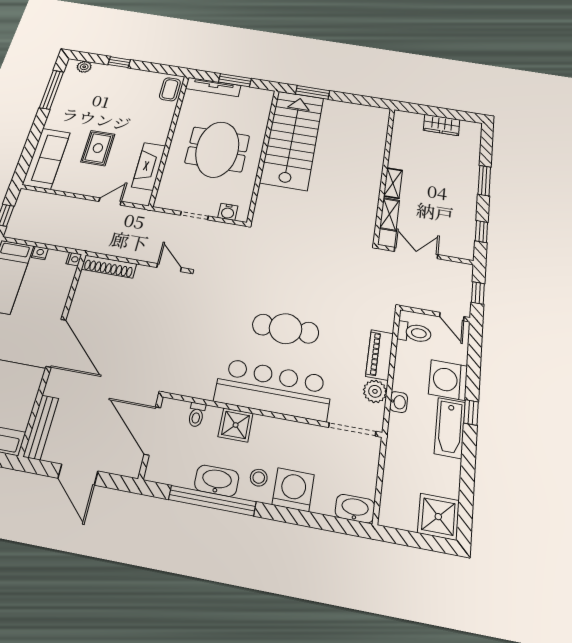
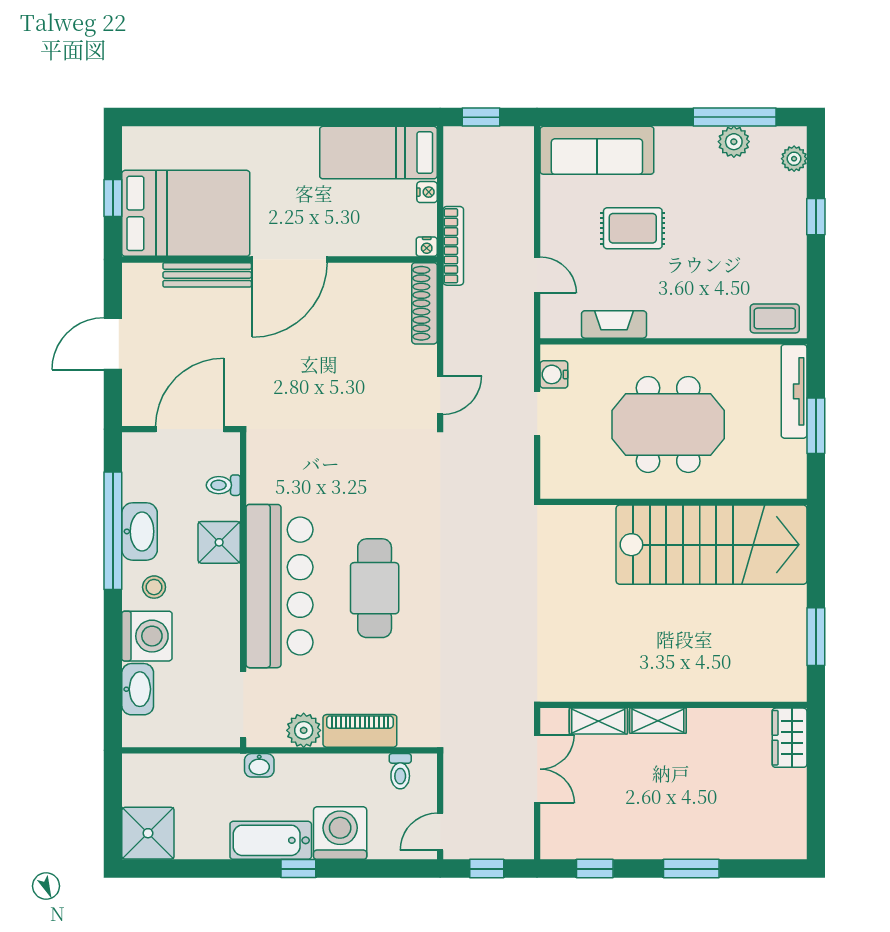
plant: (65, 92) -> (734, 142), added
window: (313, 92) -> (816, 637), moved
wardrobe: (442, 125) -> (790, 738), moved
fireplace: (149, 166) -> (614, 324), width x0.73, depth x0.76
water cooler: (228, 212) -> (554, 374), moved
bookcase: (78, 244) -> (453, 246), added
toilet: (414, 332) -> (400, 771), width x0.73, depth x0.72
washbasin: (399, 402) -> (259, 765), moved
bench: (41, 427) -> (207, 275), moved
washbasin: (355, 509) -> (138, 689), moved

